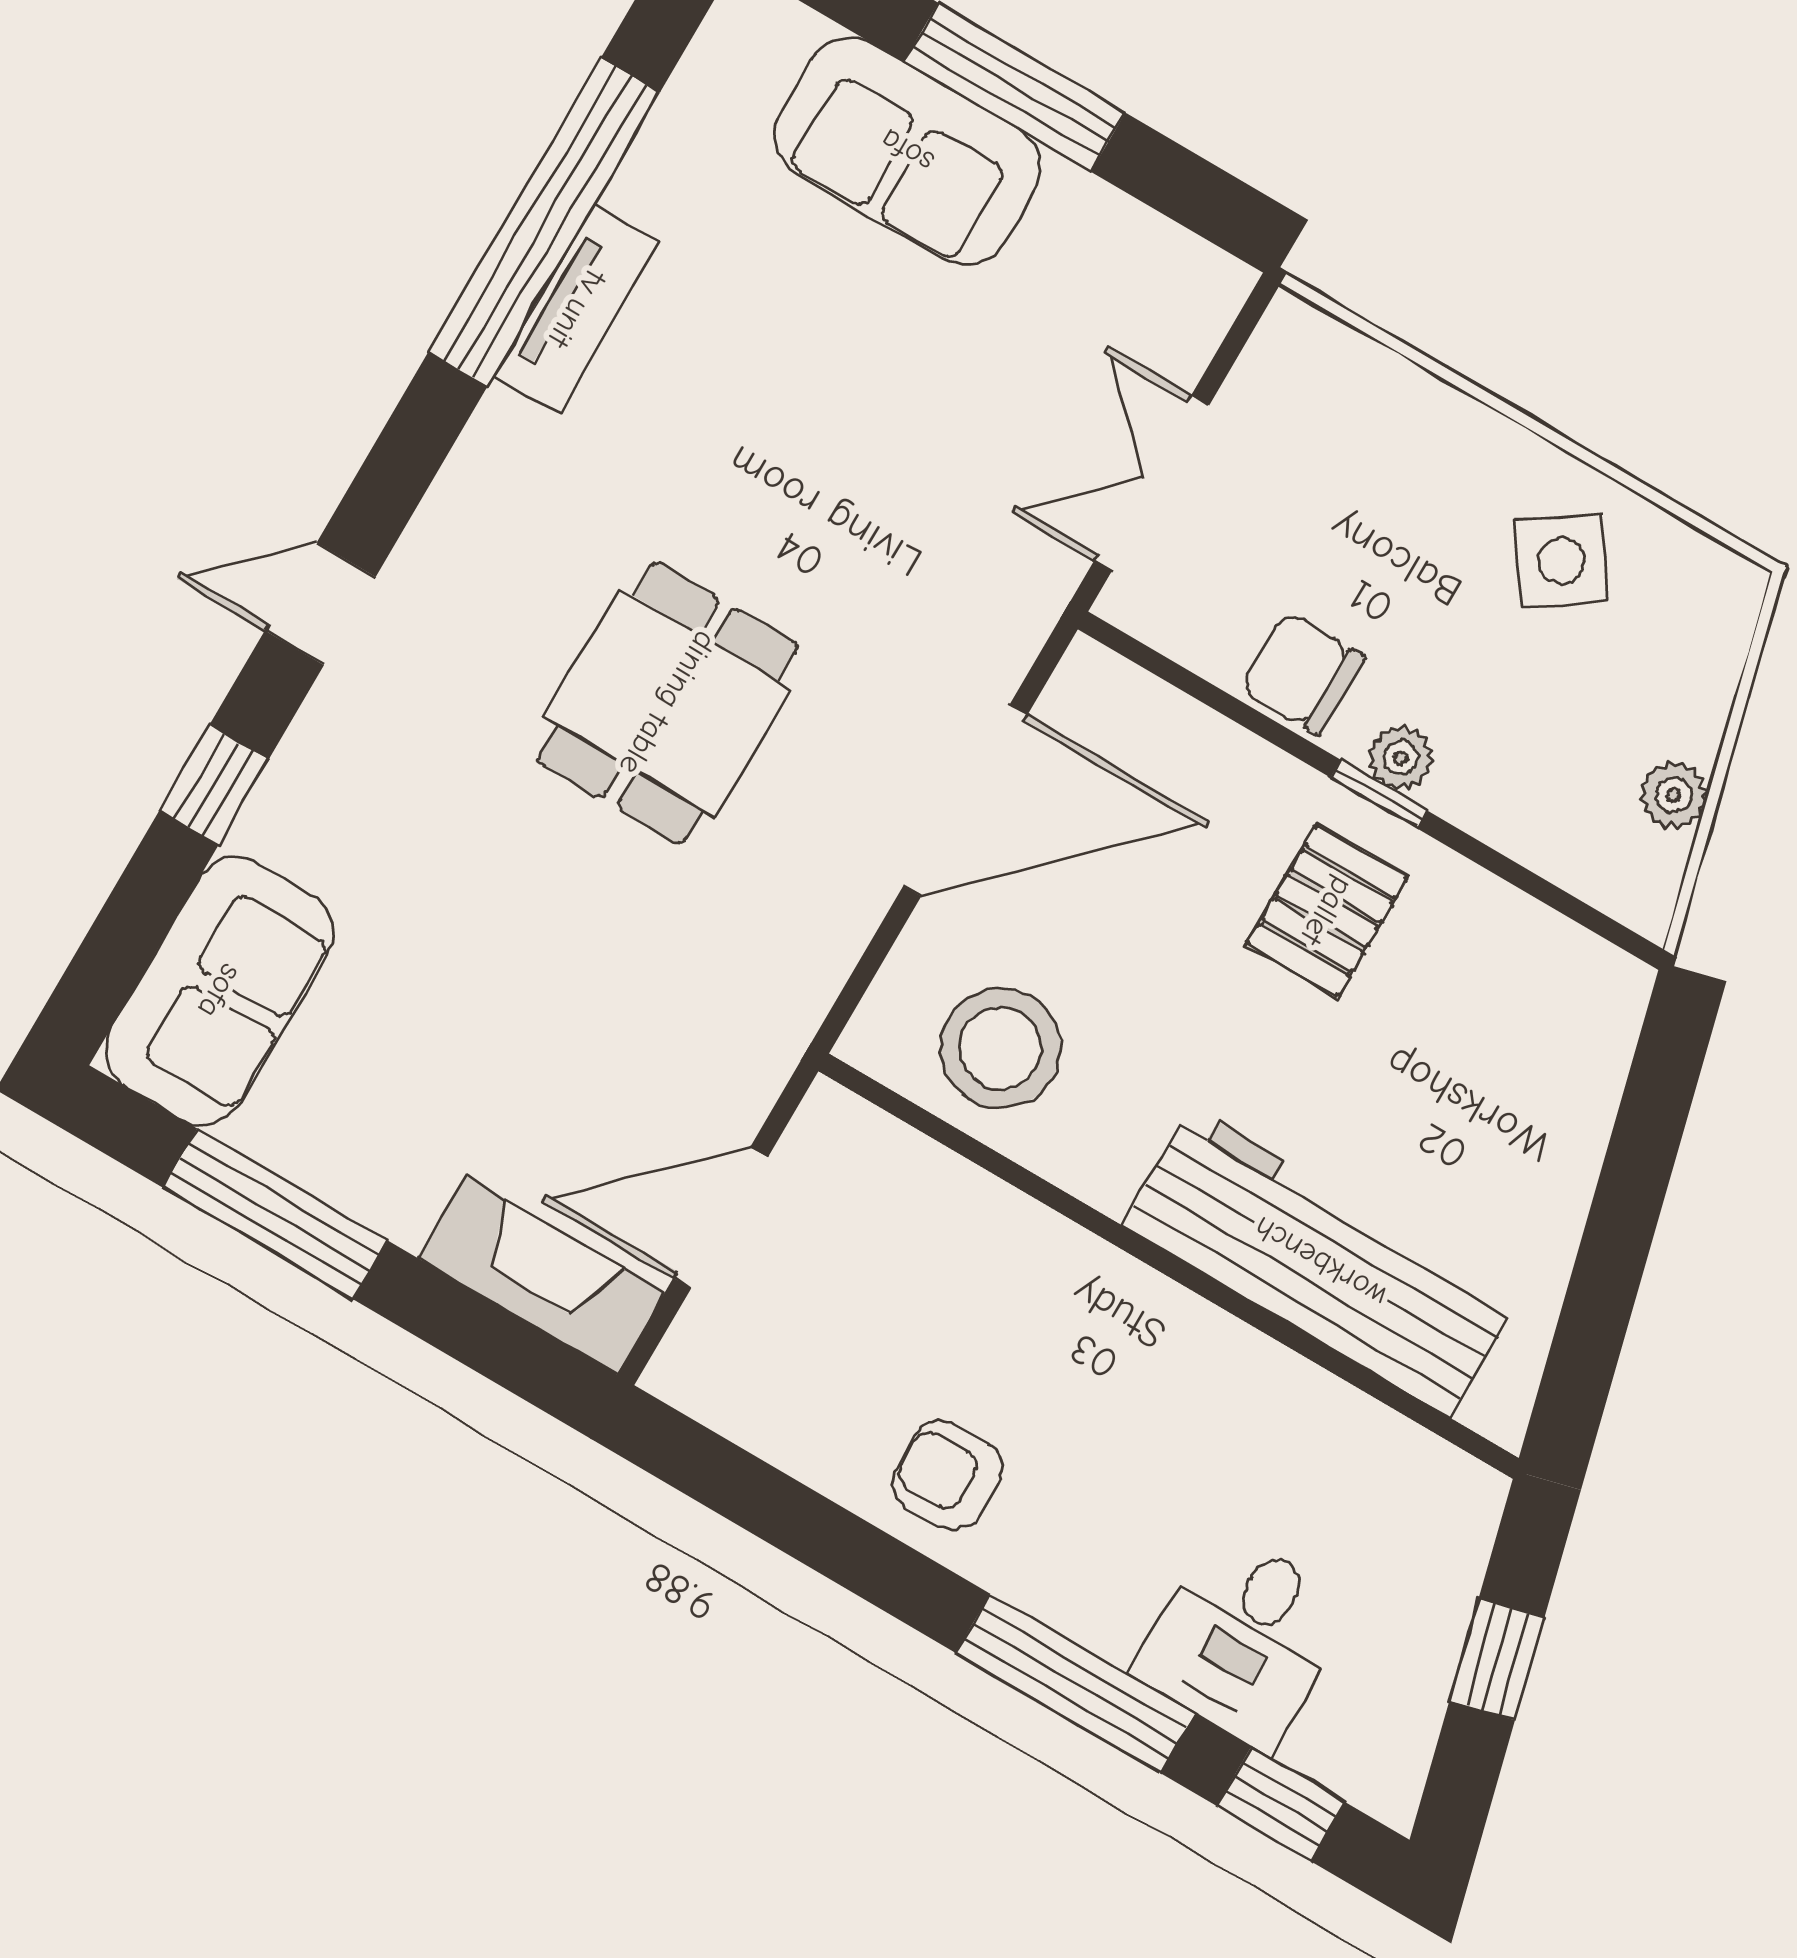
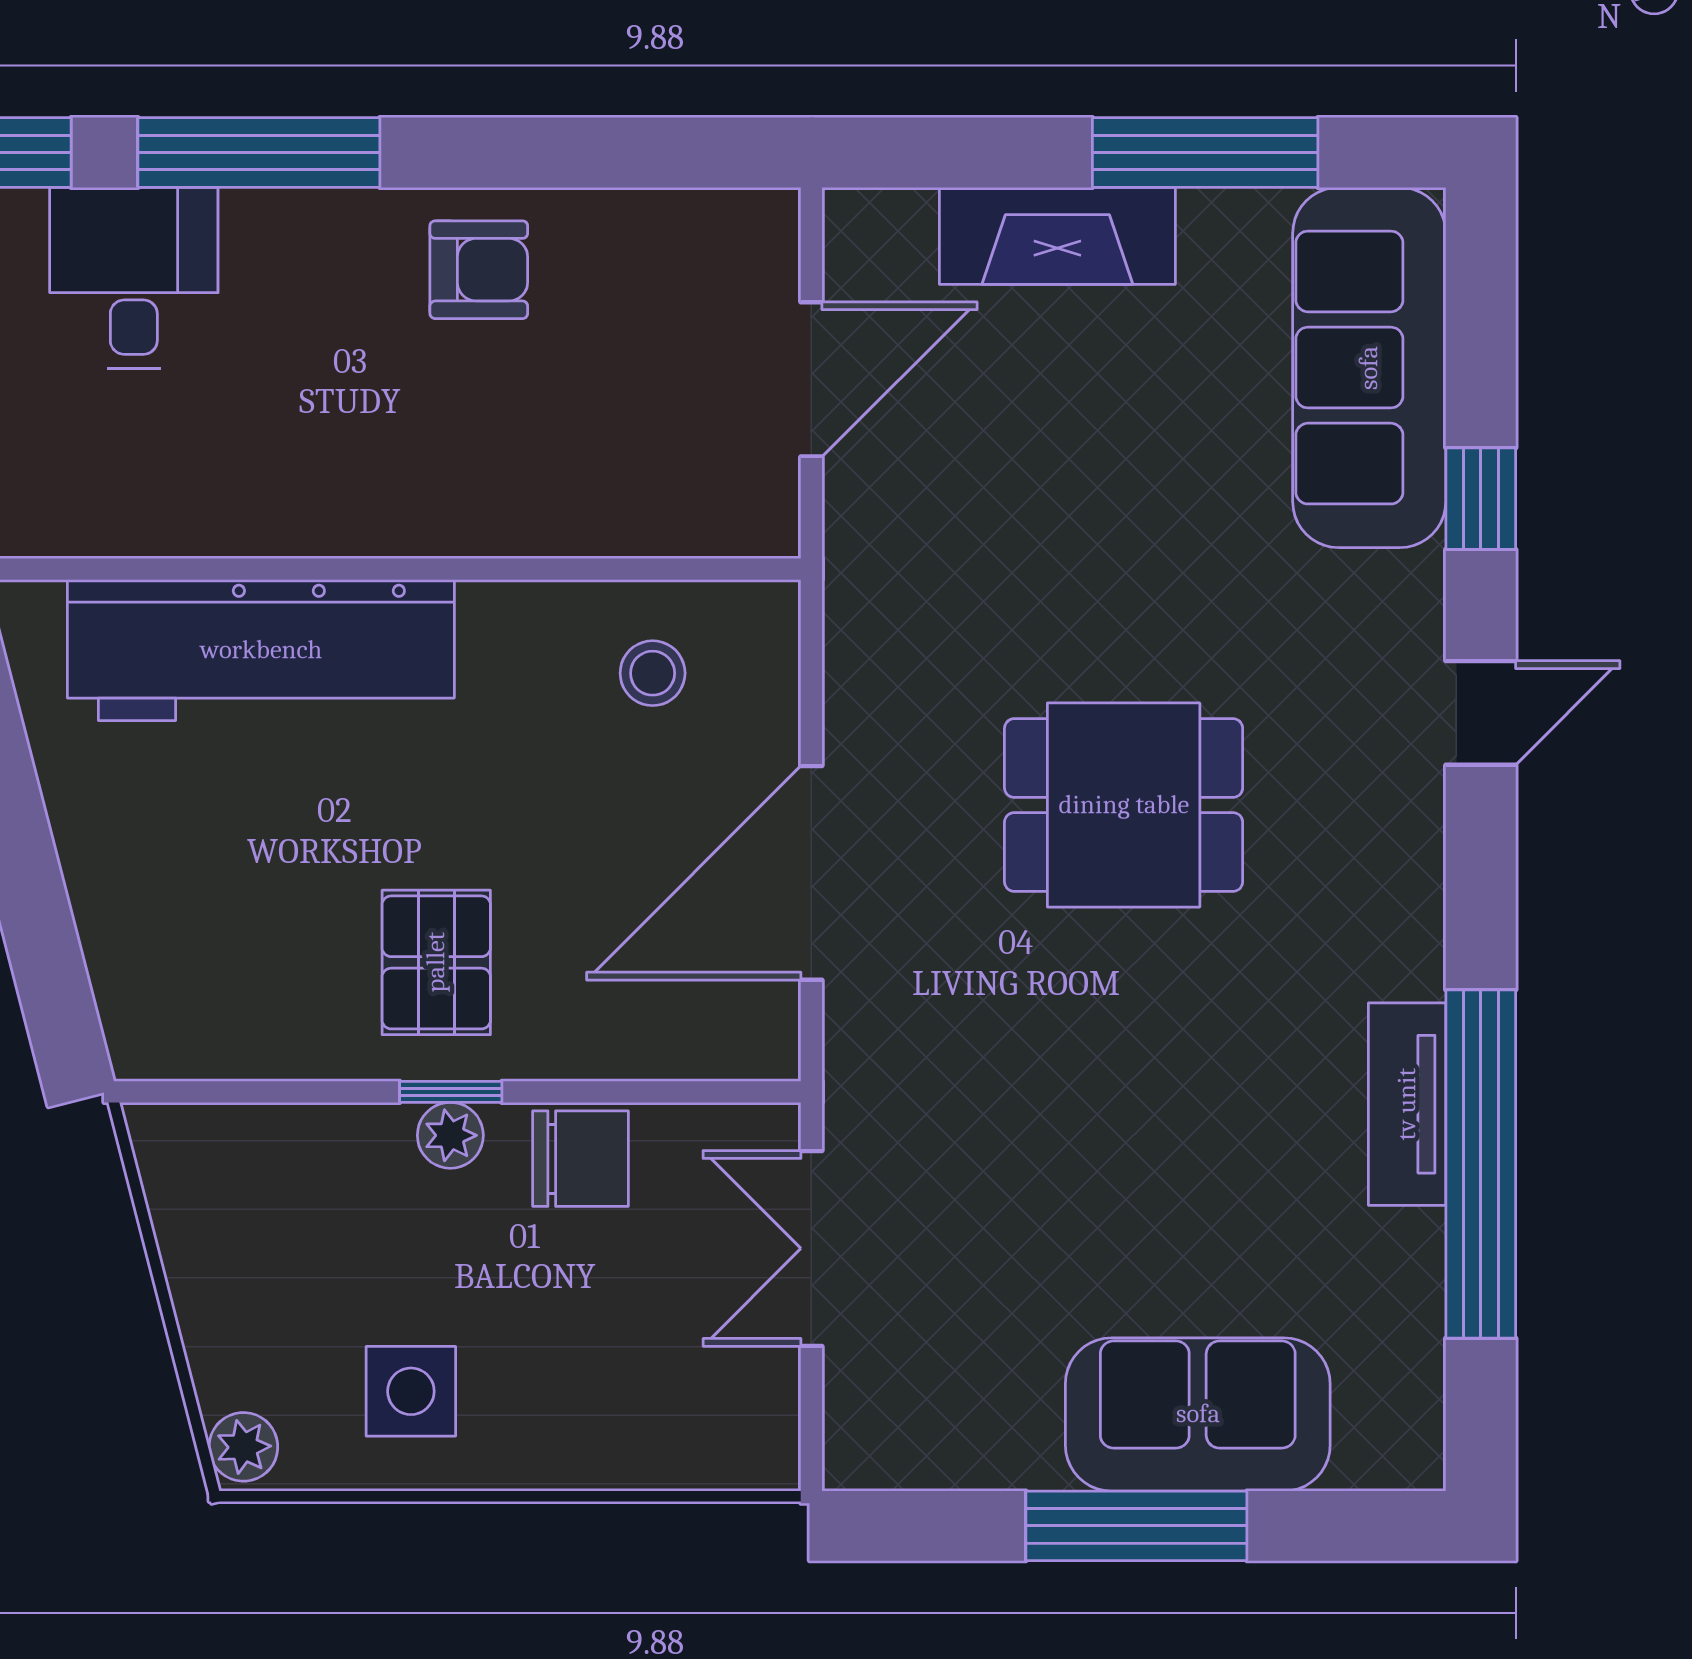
double door: (1152, 483) -> (811, 1248), swing flipped
side table: (1561, 561) -> (411, 1391), turned 34
dining table: (668, 703) -> (1124, 805), turned 90
plant: (1674, 795) -> (243, 1447), moved
sofa: (220, 991) -> (1369, 368), width x1.36
stool: (1001, 1048) -> (653, 673), width x0.53, depth x0.53
fireplace: (541, 1275) -> (1057, 236), moved

